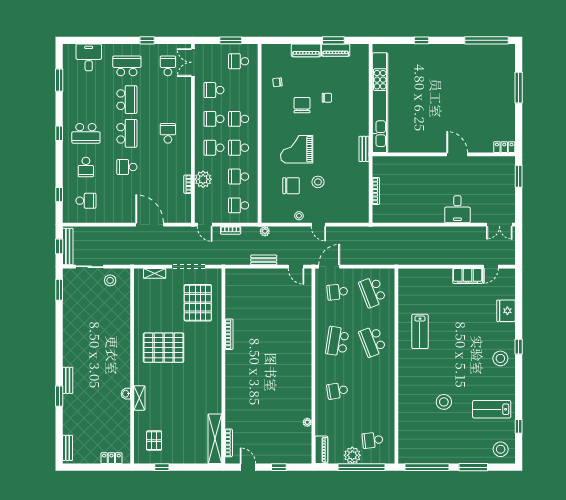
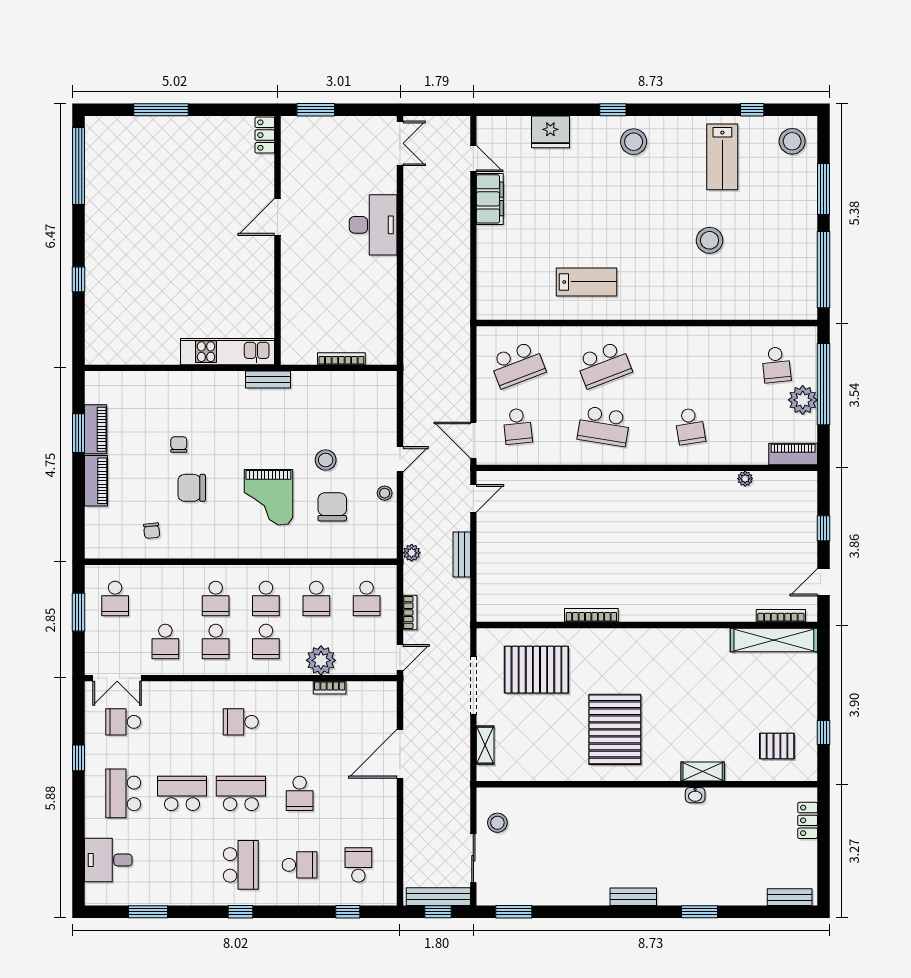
kitchen unit: (380, 103) -> (228, 352), width x0.54
desk: (457, 209) -> (373, 225), width x1.37
bench: (68, 380) -> (633, 897), moved

